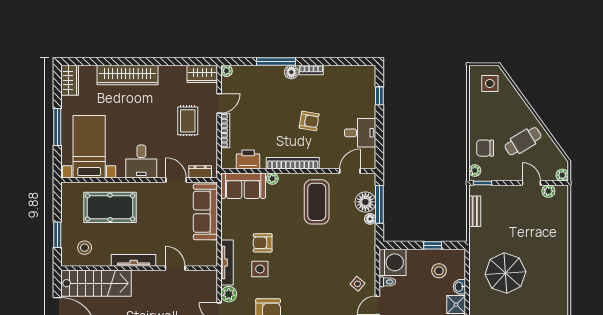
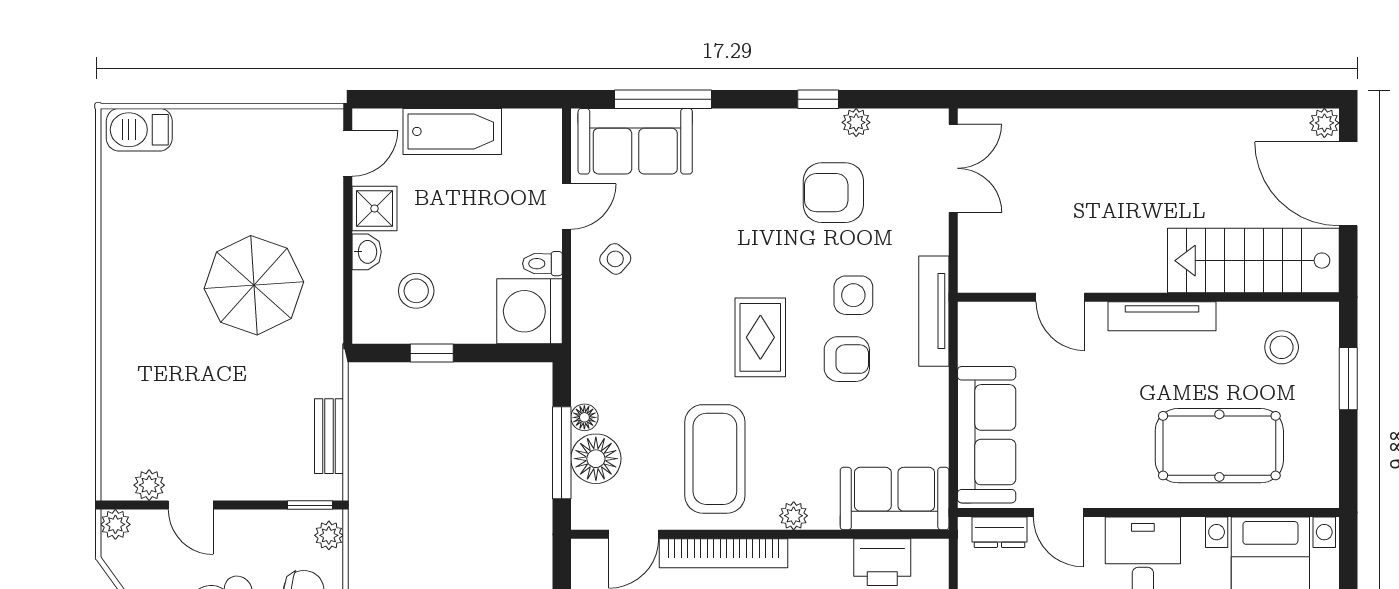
bookcase: (293, 163) -> (724, 553), moved
plant: (272, 179) -> (794, 516), moved
rug: (298, 252) -> (760, 337), added
plant: (229, 294) -> (930, 234), removed

